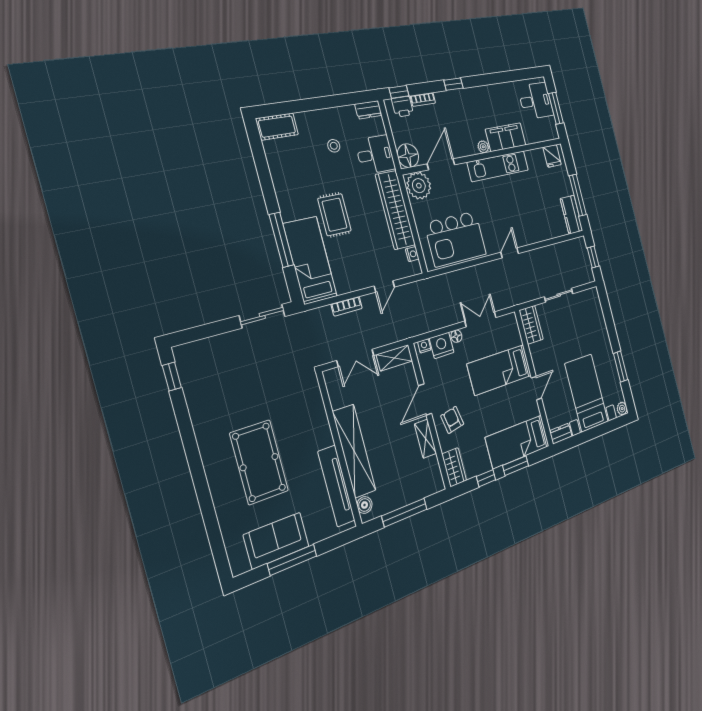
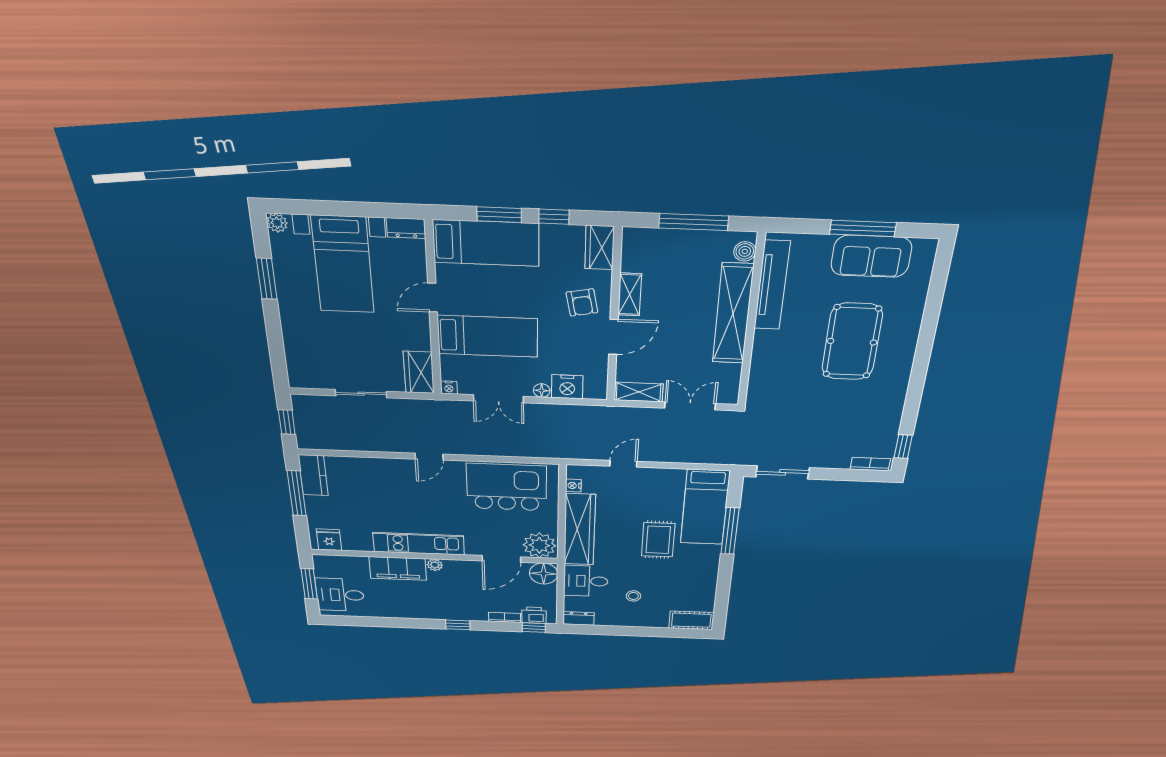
bookcase: (347, 306) -> (870, 464), moved
nightstand: (424, 346) -> (449, 388), moved

